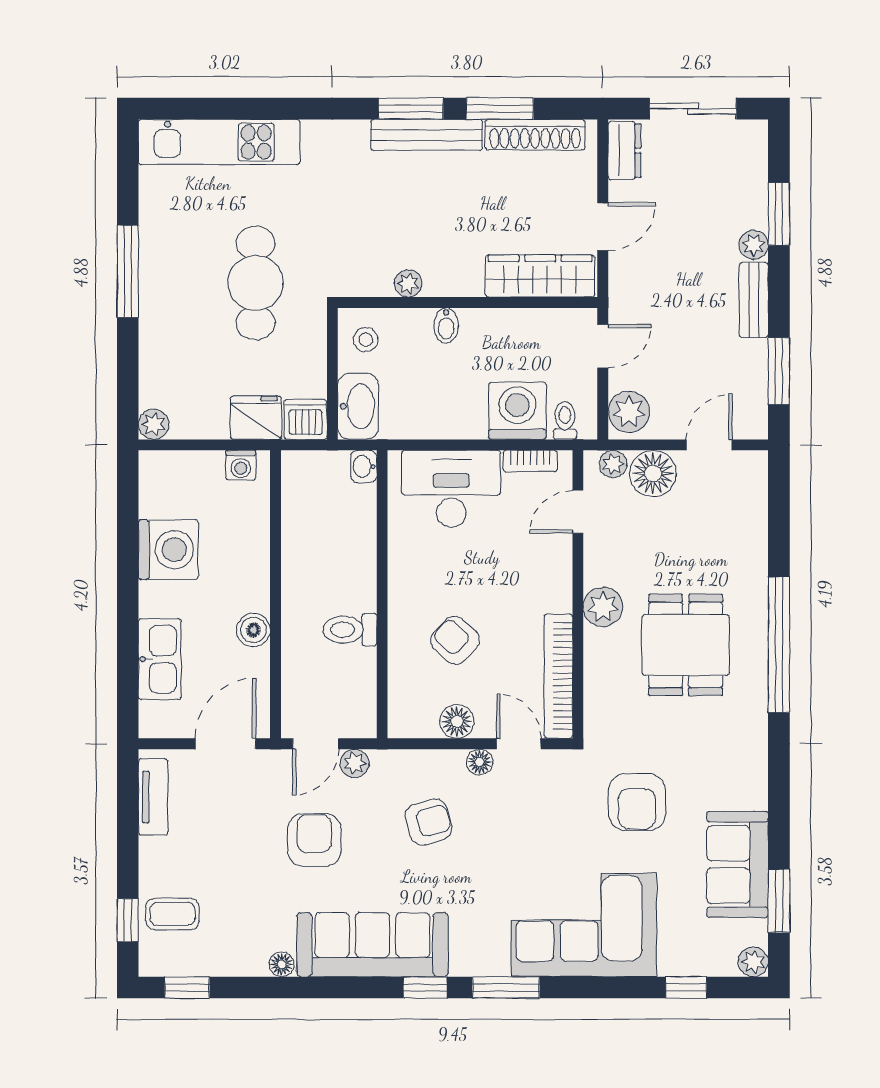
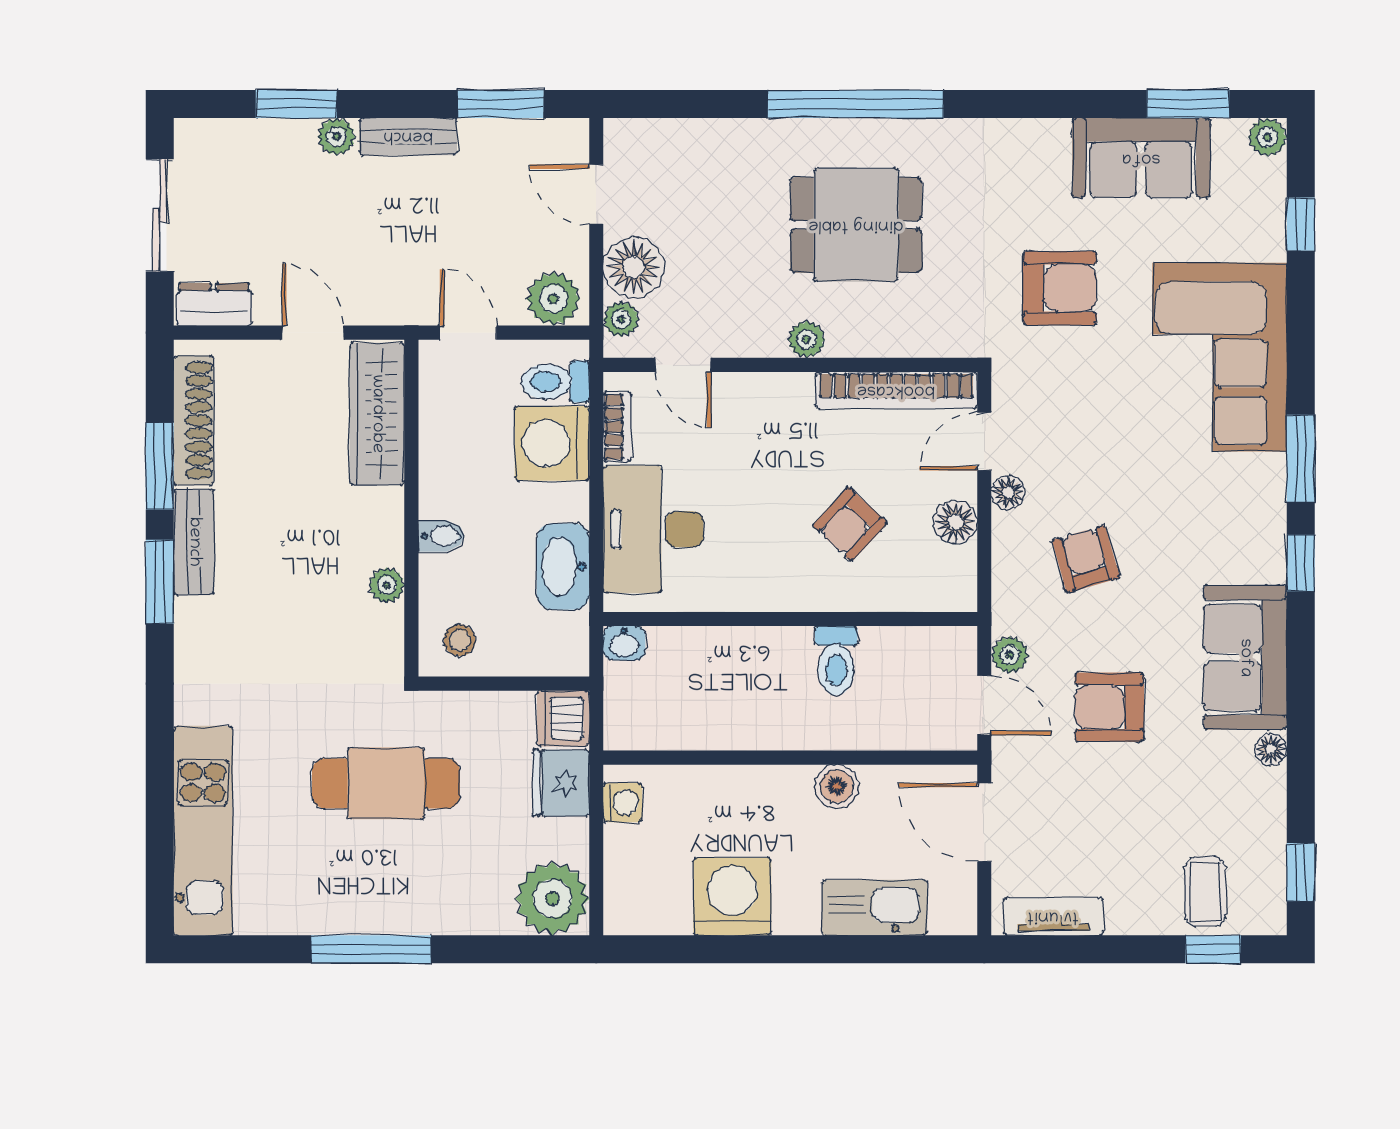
bench: (427, 135) -> (194, 542), width x0.73
washbasin: (358, 406) -> (563, 566), moved, turned -90
toilet: (565, 421) -> (555, 382), width x1.37, depth x1.39
plant: (154, 424) -> (552, 899), width x1.88, depth x1.88
plant: (603, 607) -> (807, 339), width x0.73, depth x0.73
sofa: (373, 945) -> (1245, 658), width x0.73

